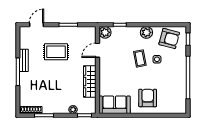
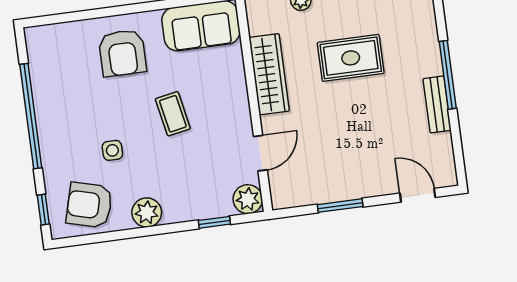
door: (36, 25) -> (418, 195), swing flipped
rug: (56, 52) -> (351, 58), moved
coffee table: (140, 58) -> (173, 114), moved

